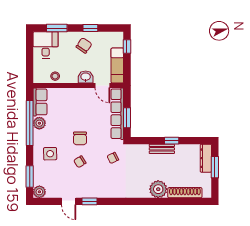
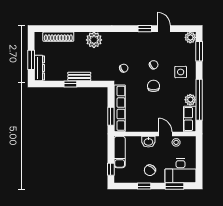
desk: (46, 45) -> (181, 171), width x1.37
door: (102, 85) -> (165, 134), moved
window: (127, 118) -> (111, 116), moved
plant: (158, 189) -> (94, 40), moved

